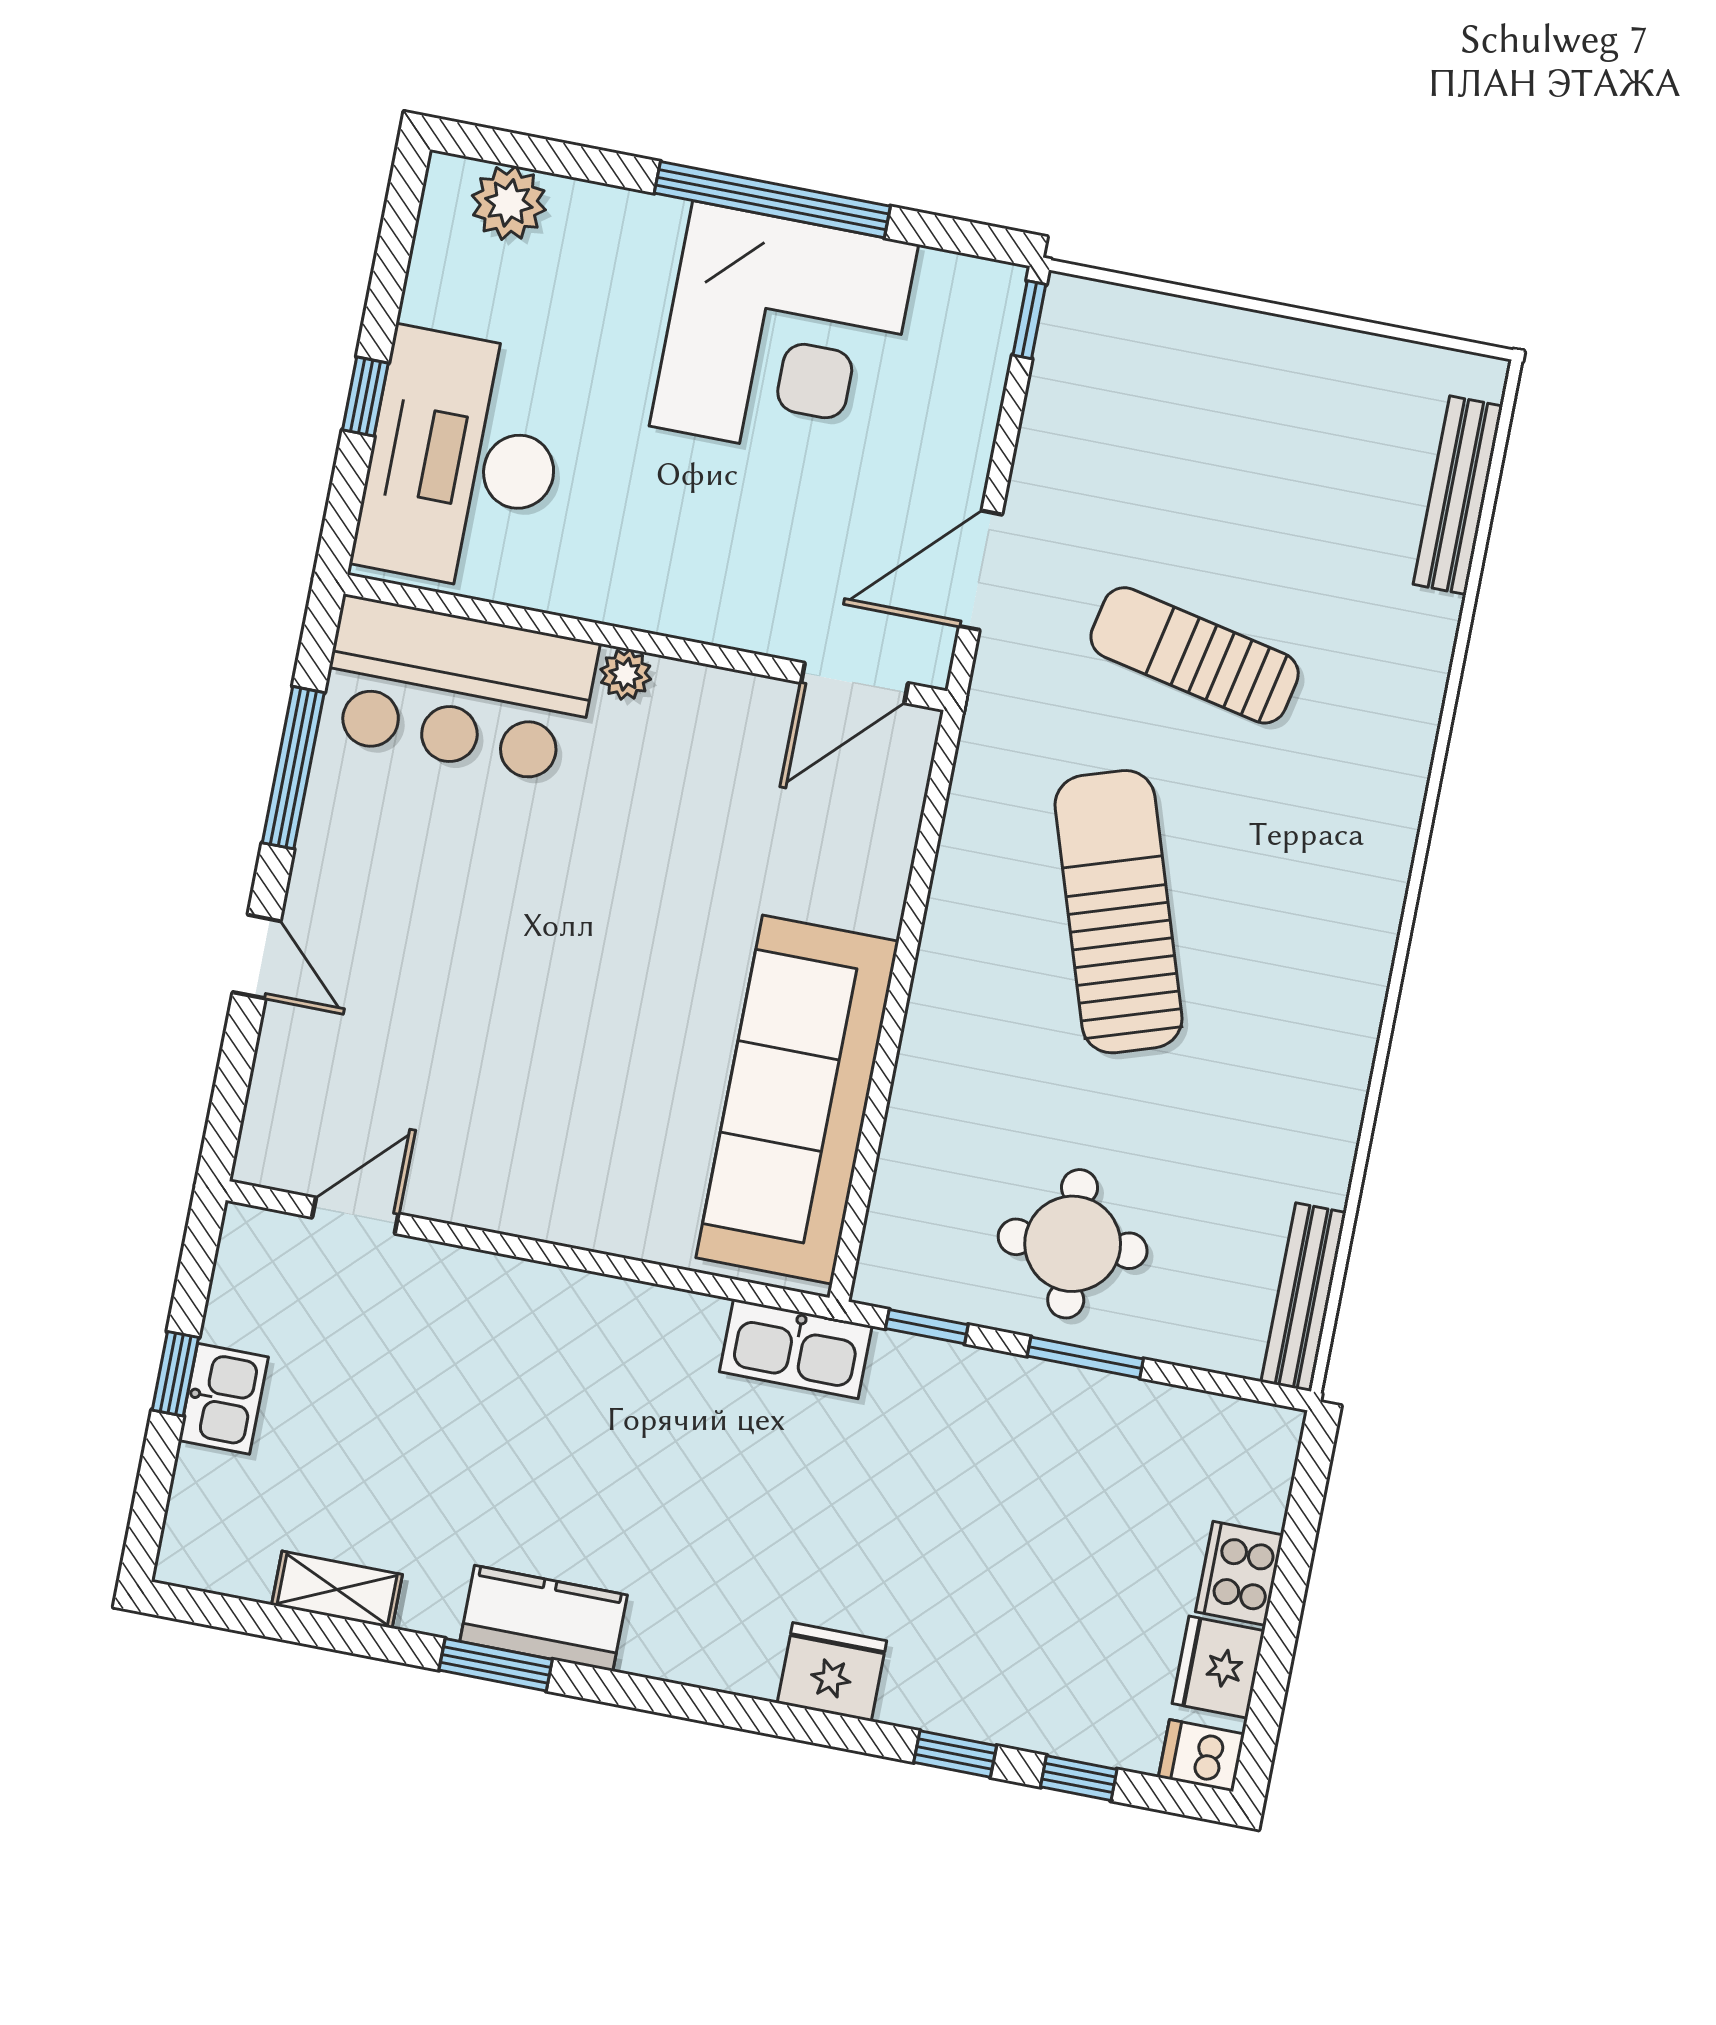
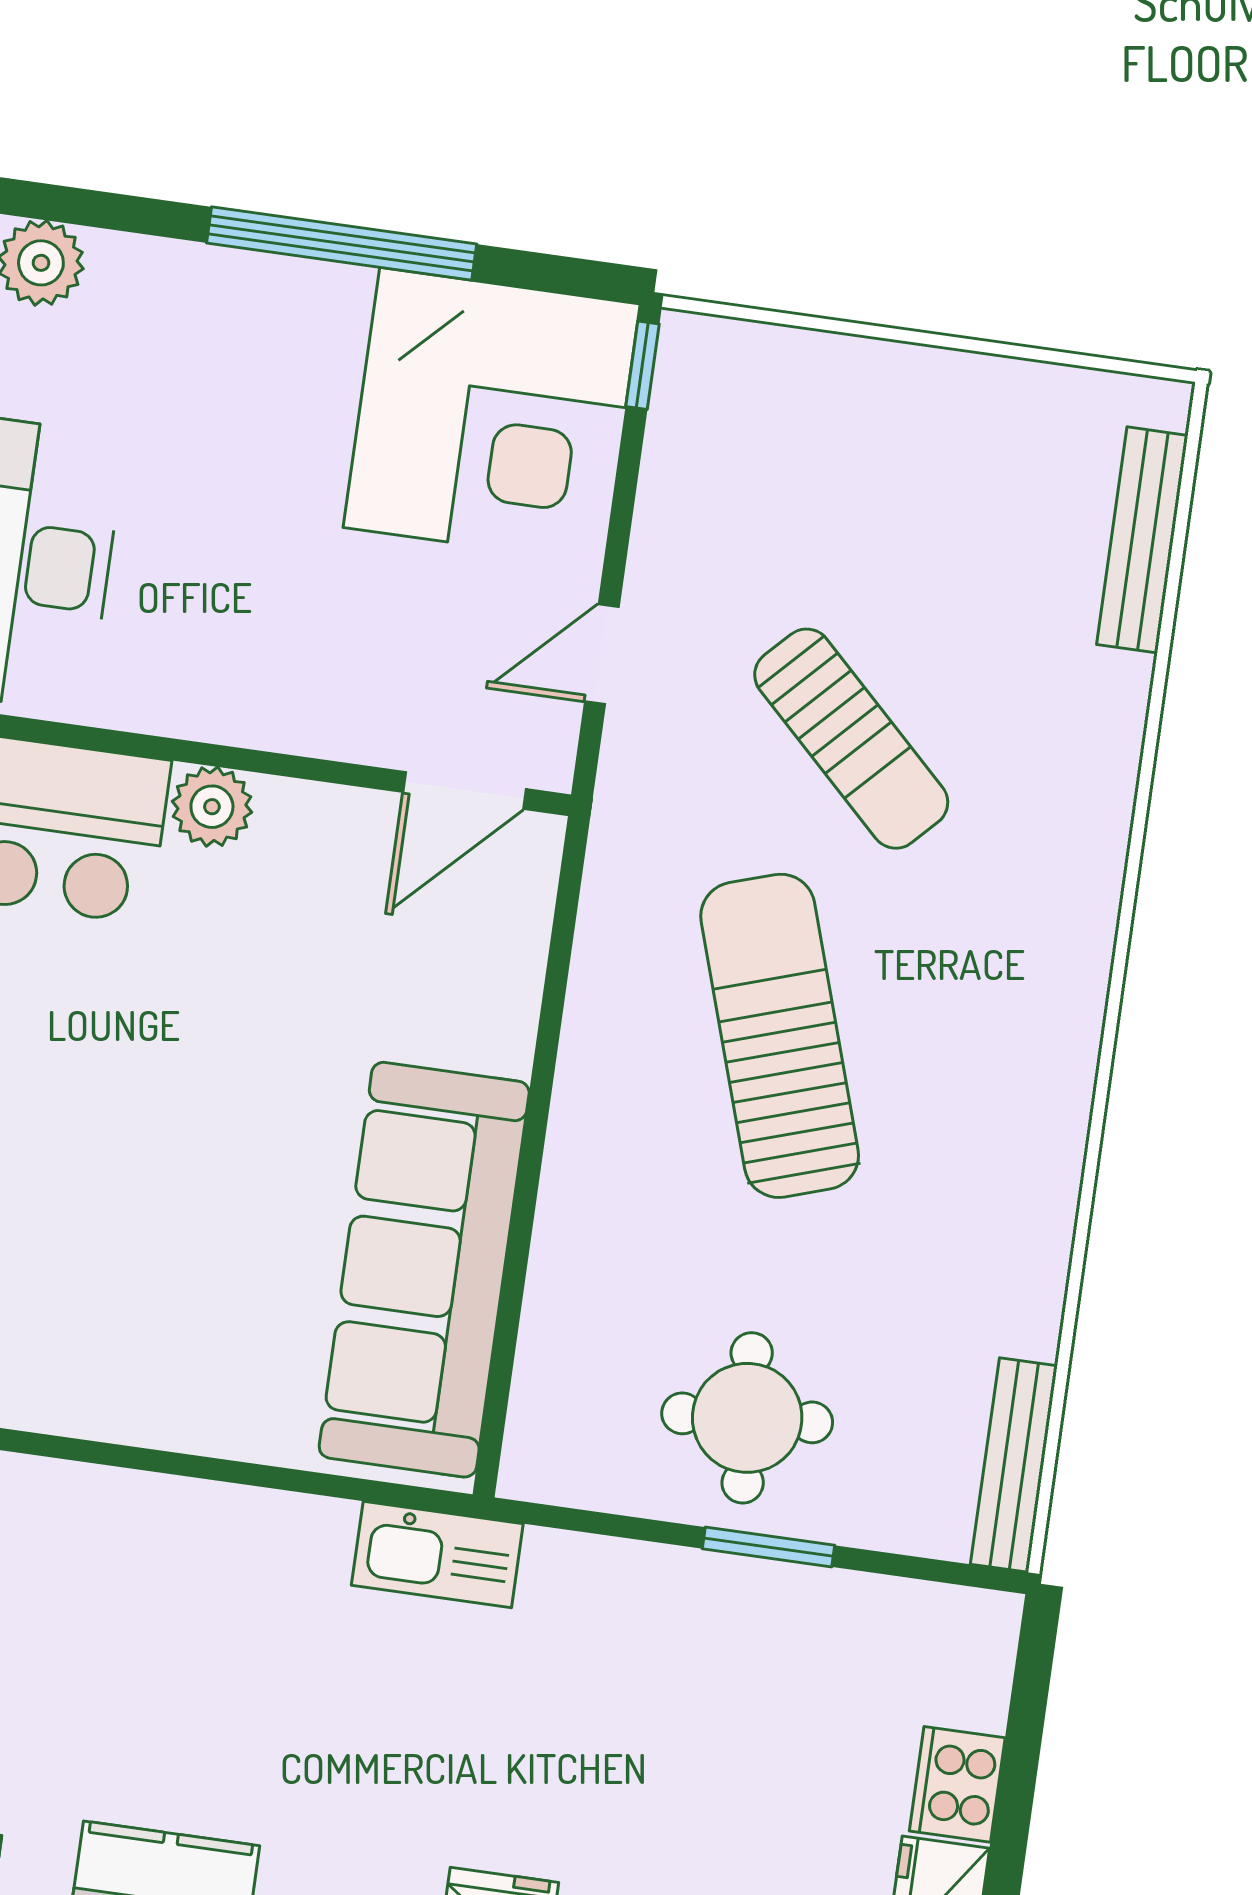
corner desk: (784, 335) -> (492, 416), moved
door: (981, 570) -> (602, 654), width x0.73
sun lounger: (1195, 655) -> (851, 739), turned -148
plant: (626, 674) -> (212, 807), width x1.38, depth x1.38
window: (927, 1327) -> (586, 1521), removed

